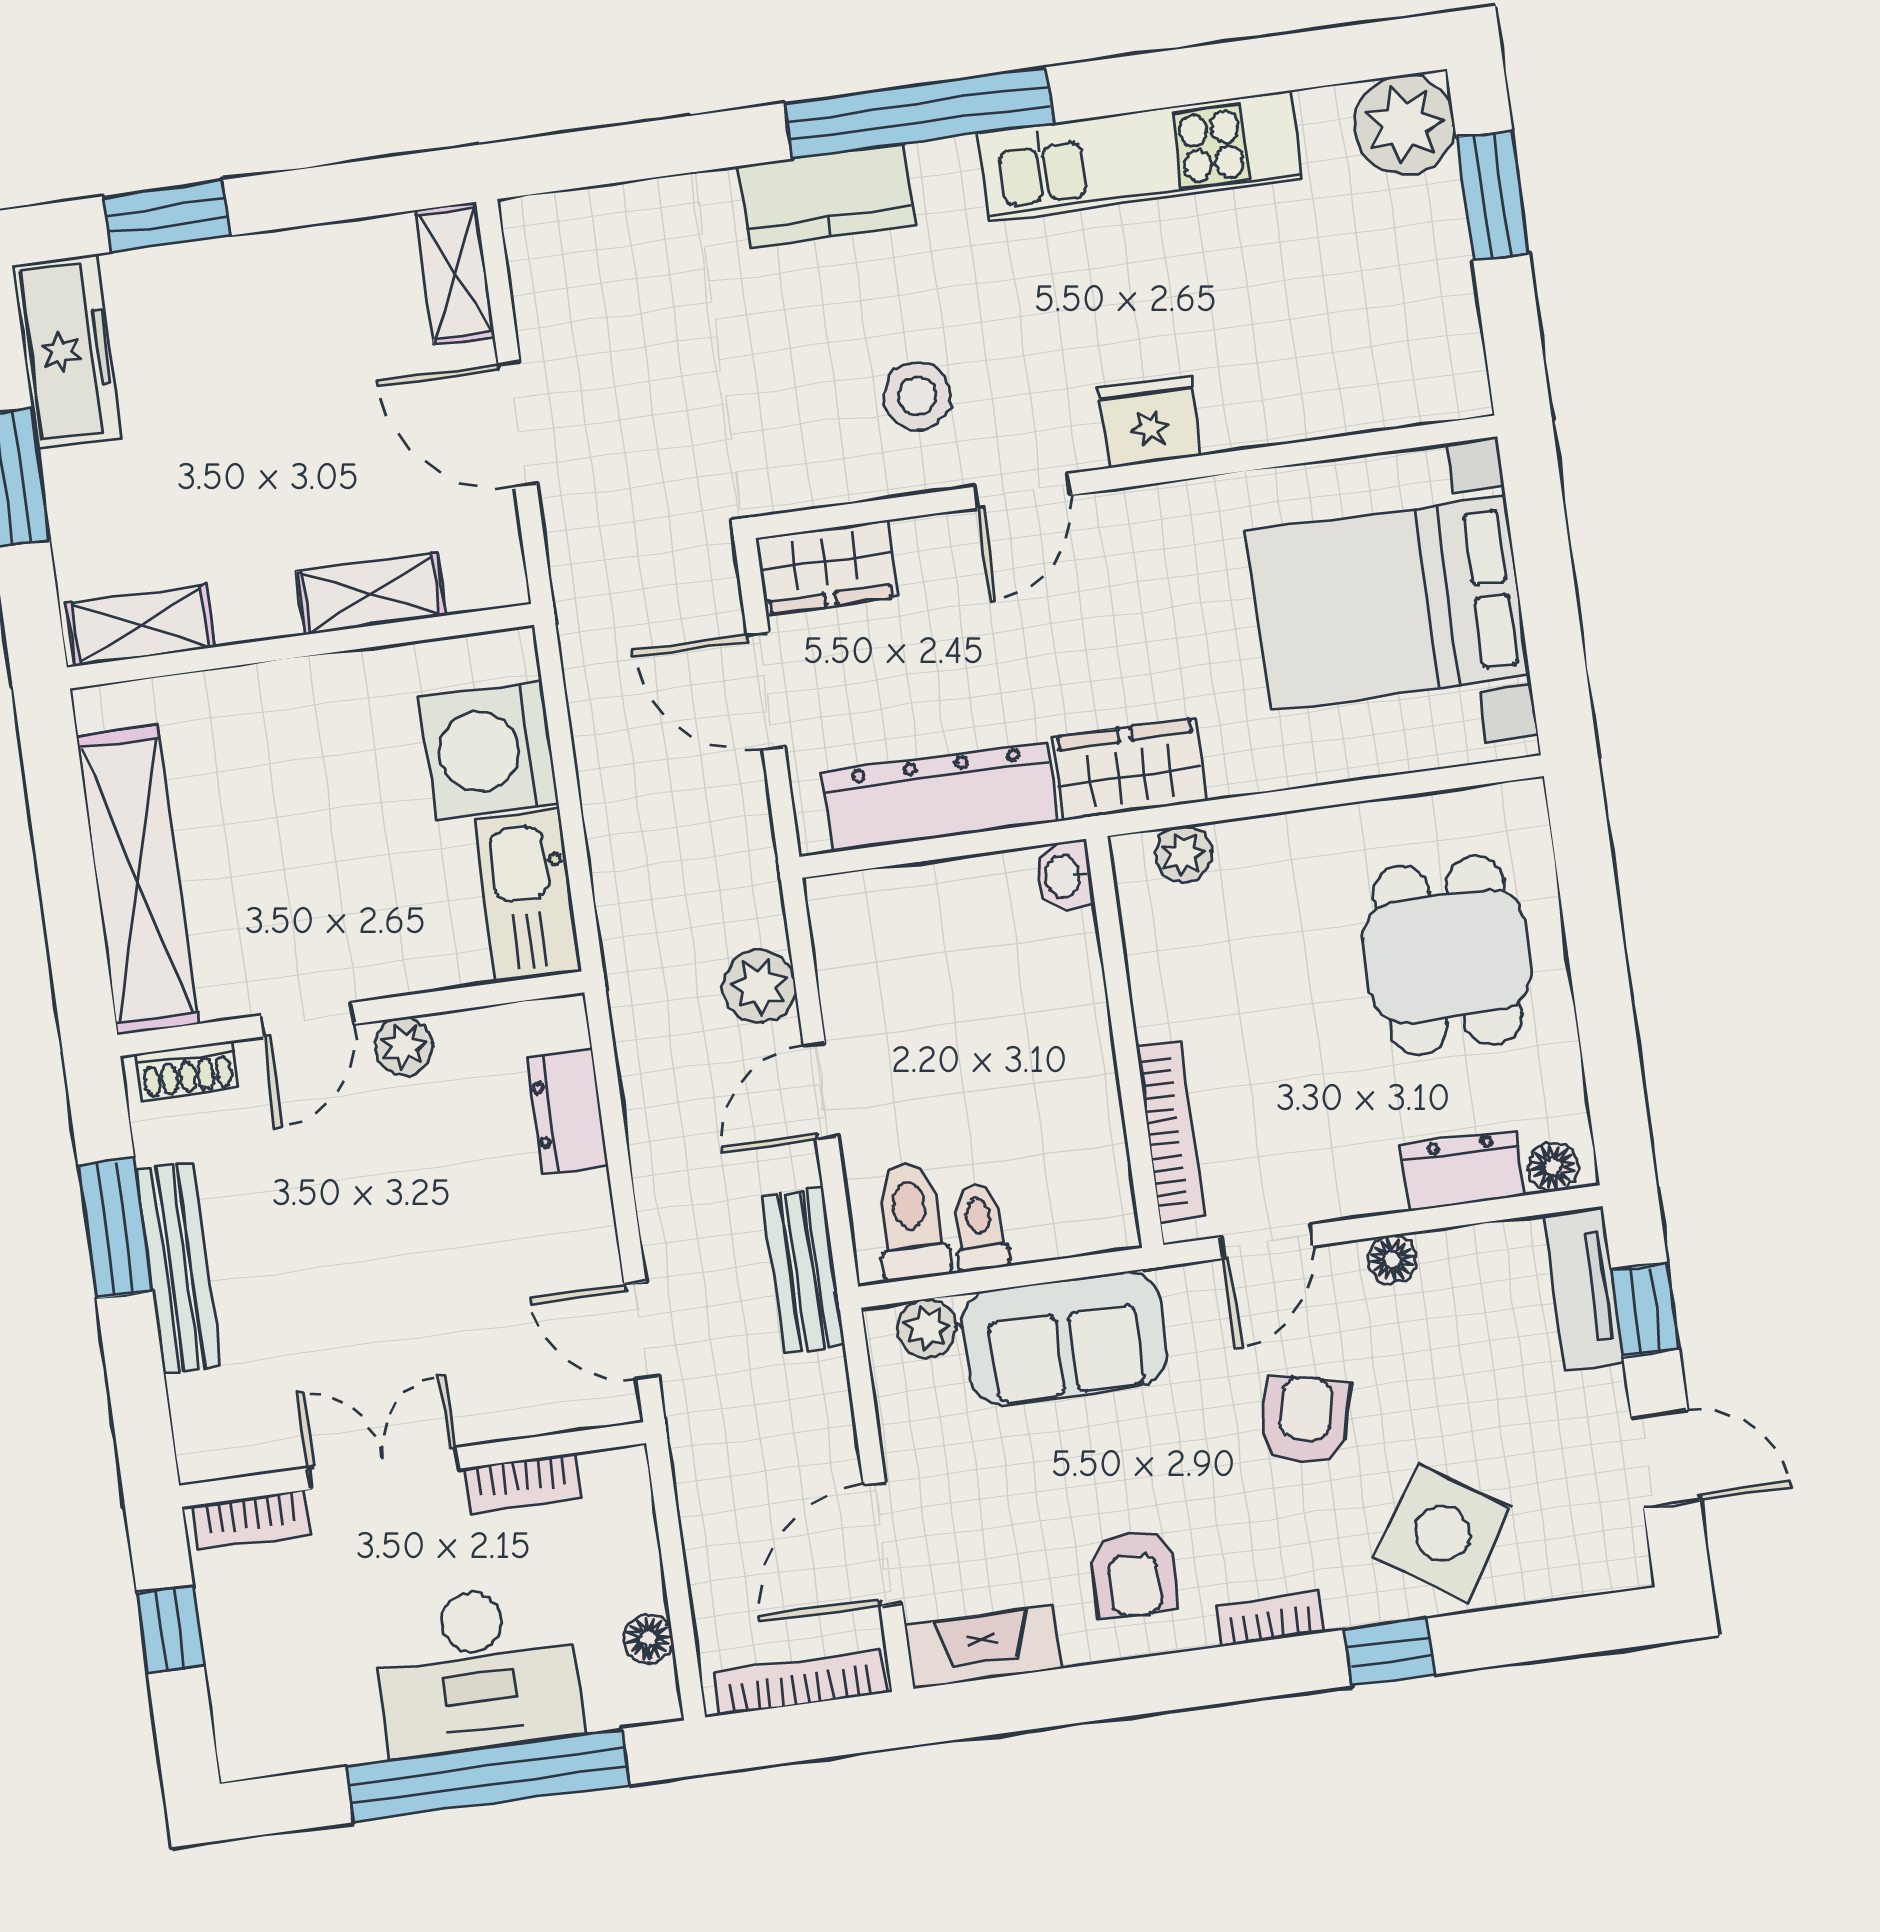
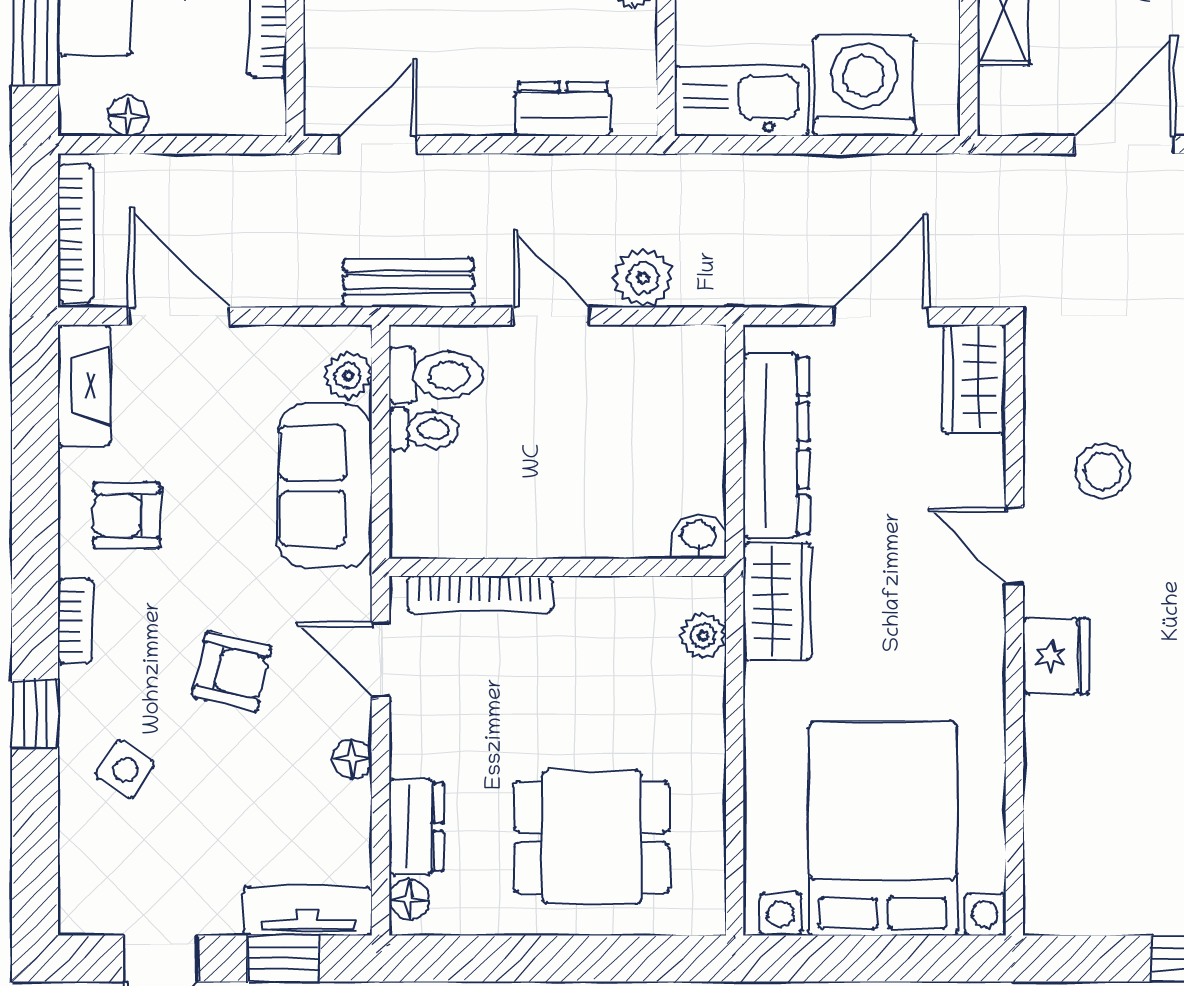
side table: (1443, 1533) -> (125, 770), width x0.54, depth x0.54

